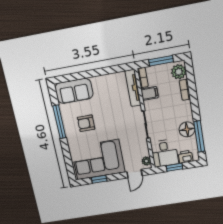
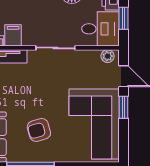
armchair: (86, 123) -> (39, 130), turned 74
window: (99, 179) -> (123, 107), moved

